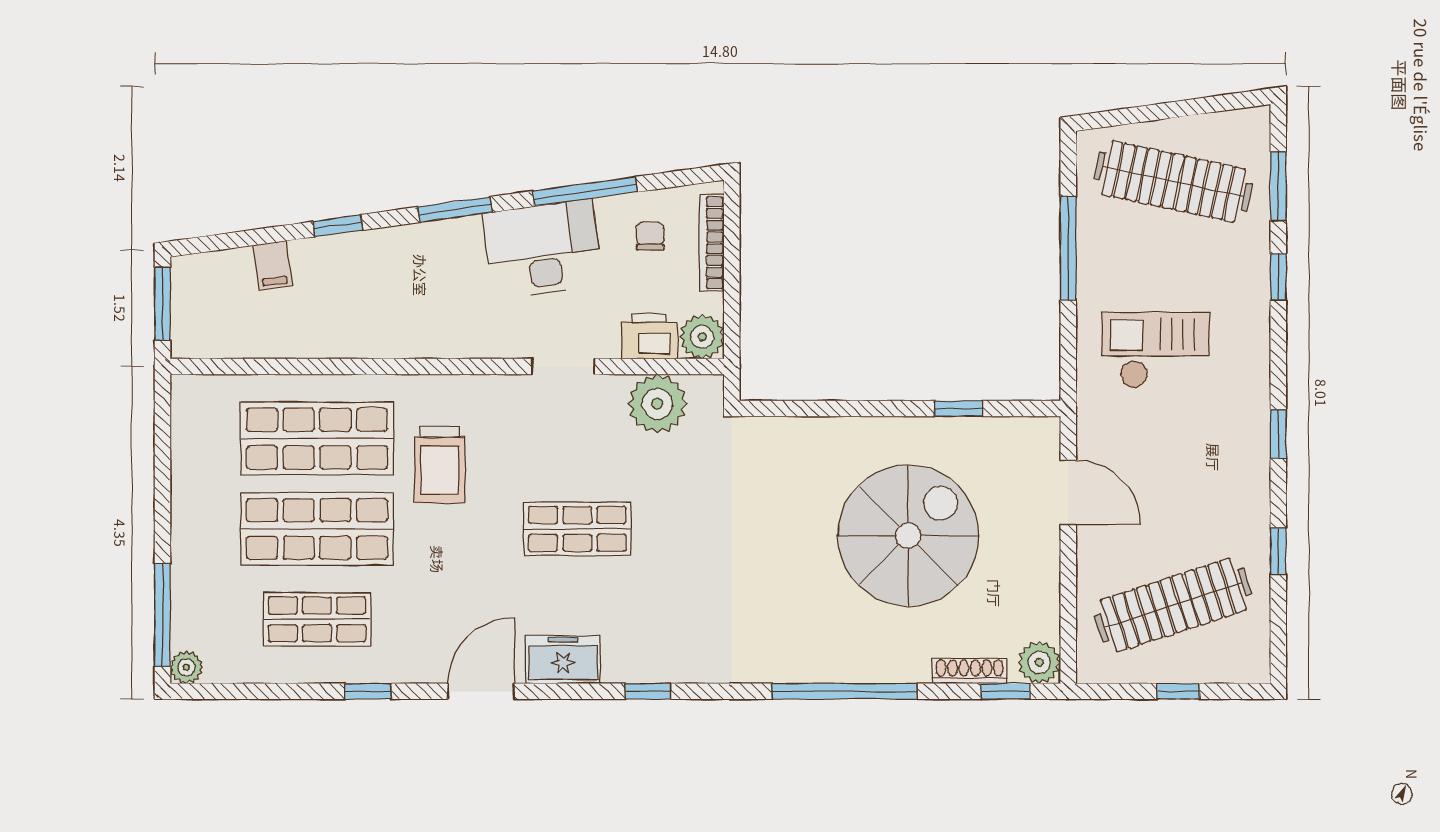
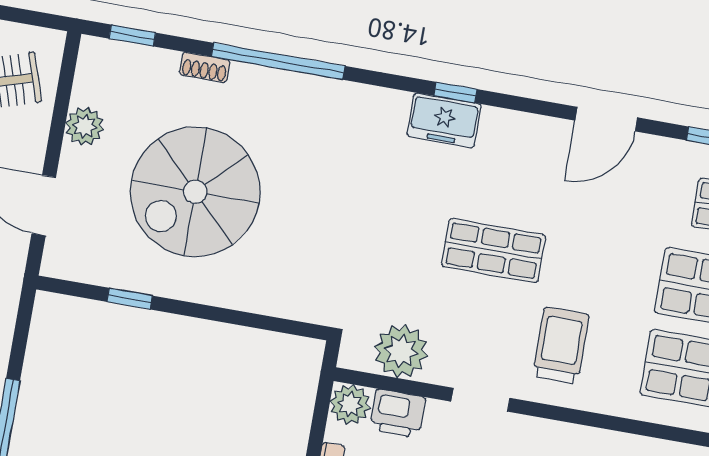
trolley: (440, 465) -> (561, 345), moved
freezer: (563, 659) -> (444, 120), moved
plant: (1039, 662) -> (85, 126), moved
shoe rack: (970, 671) -> (205, 67), moved, width x0.70

